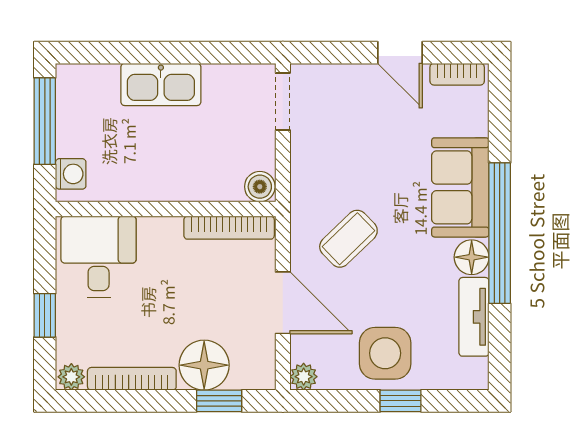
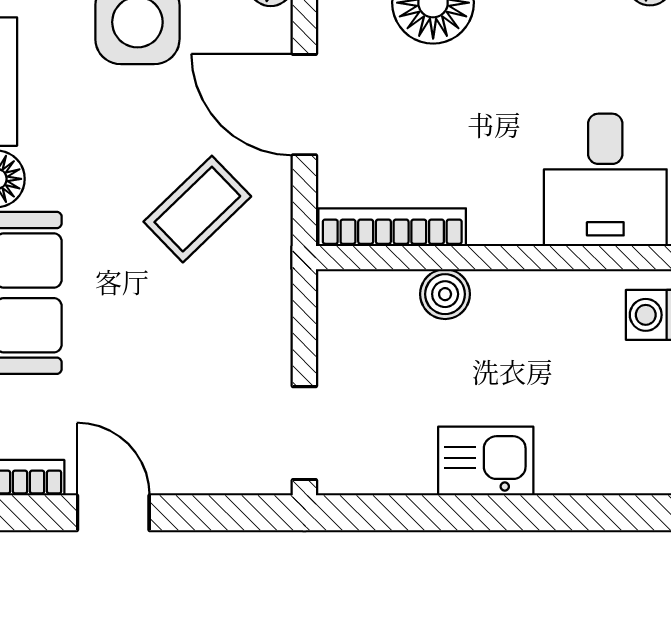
kitchen sink: (161, 84) -> (486, 461), width x0.73
boiler: (260, 187) -> (445, 294), moved

